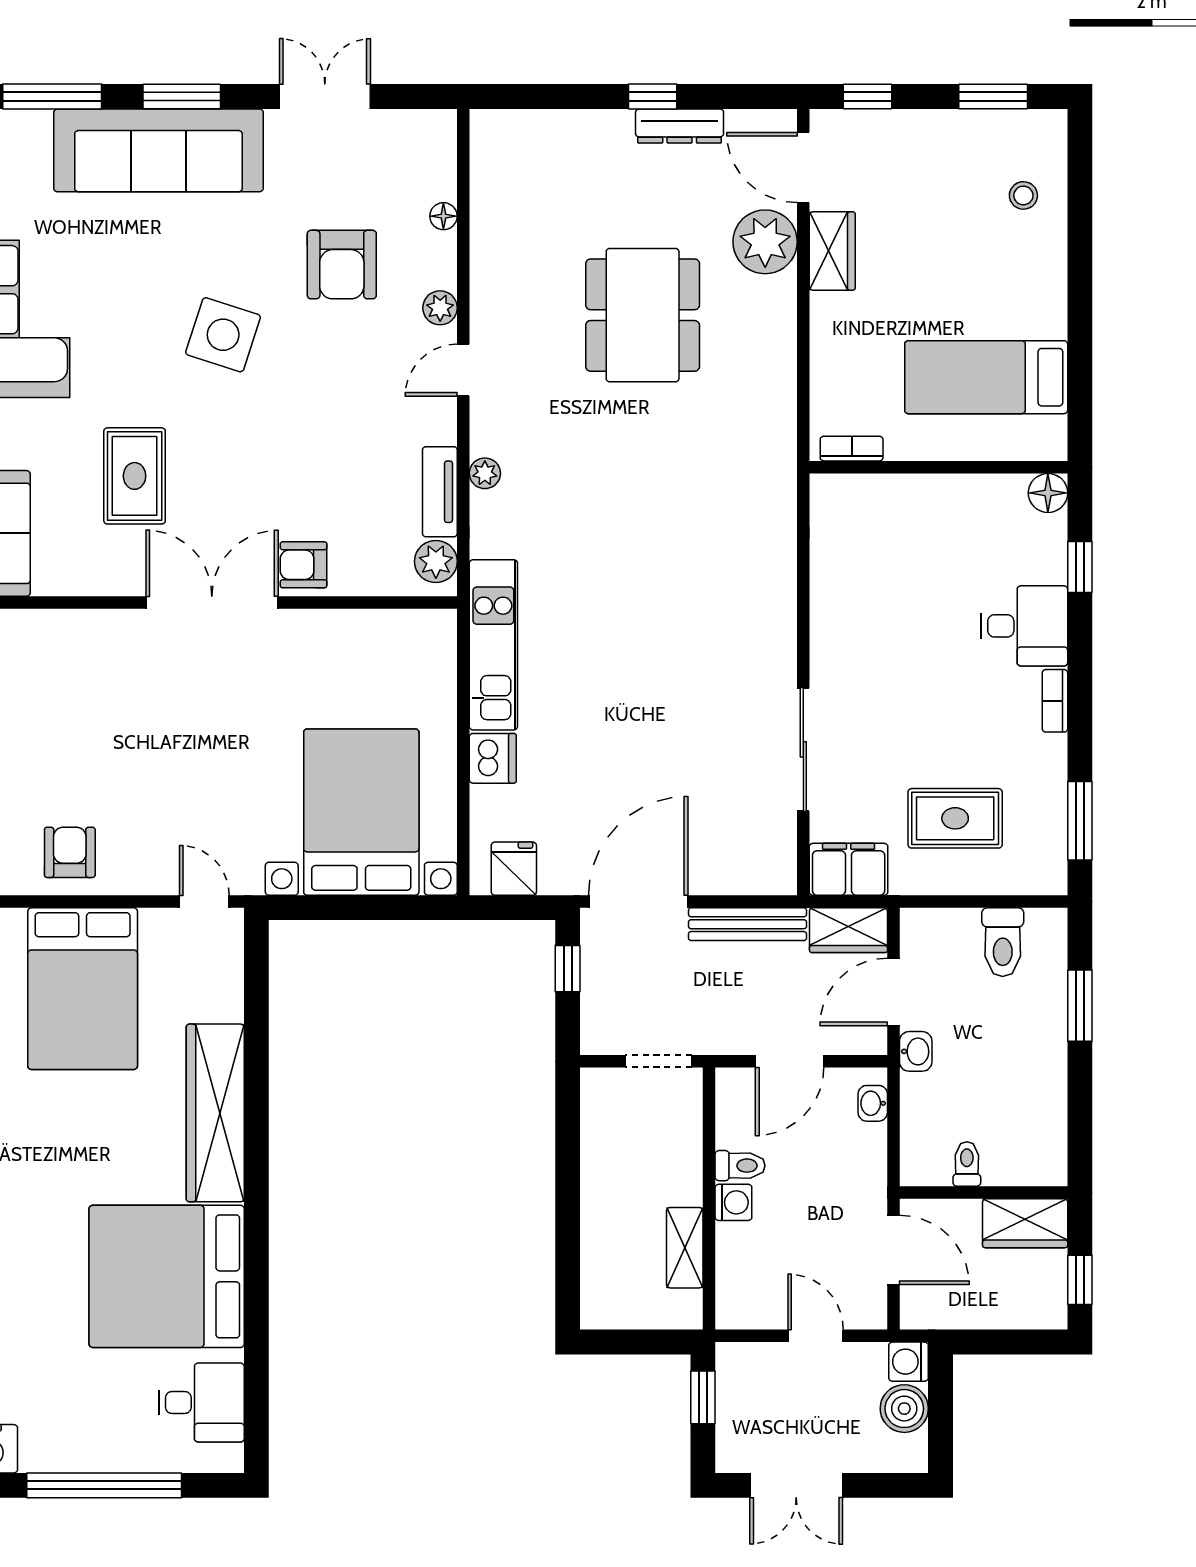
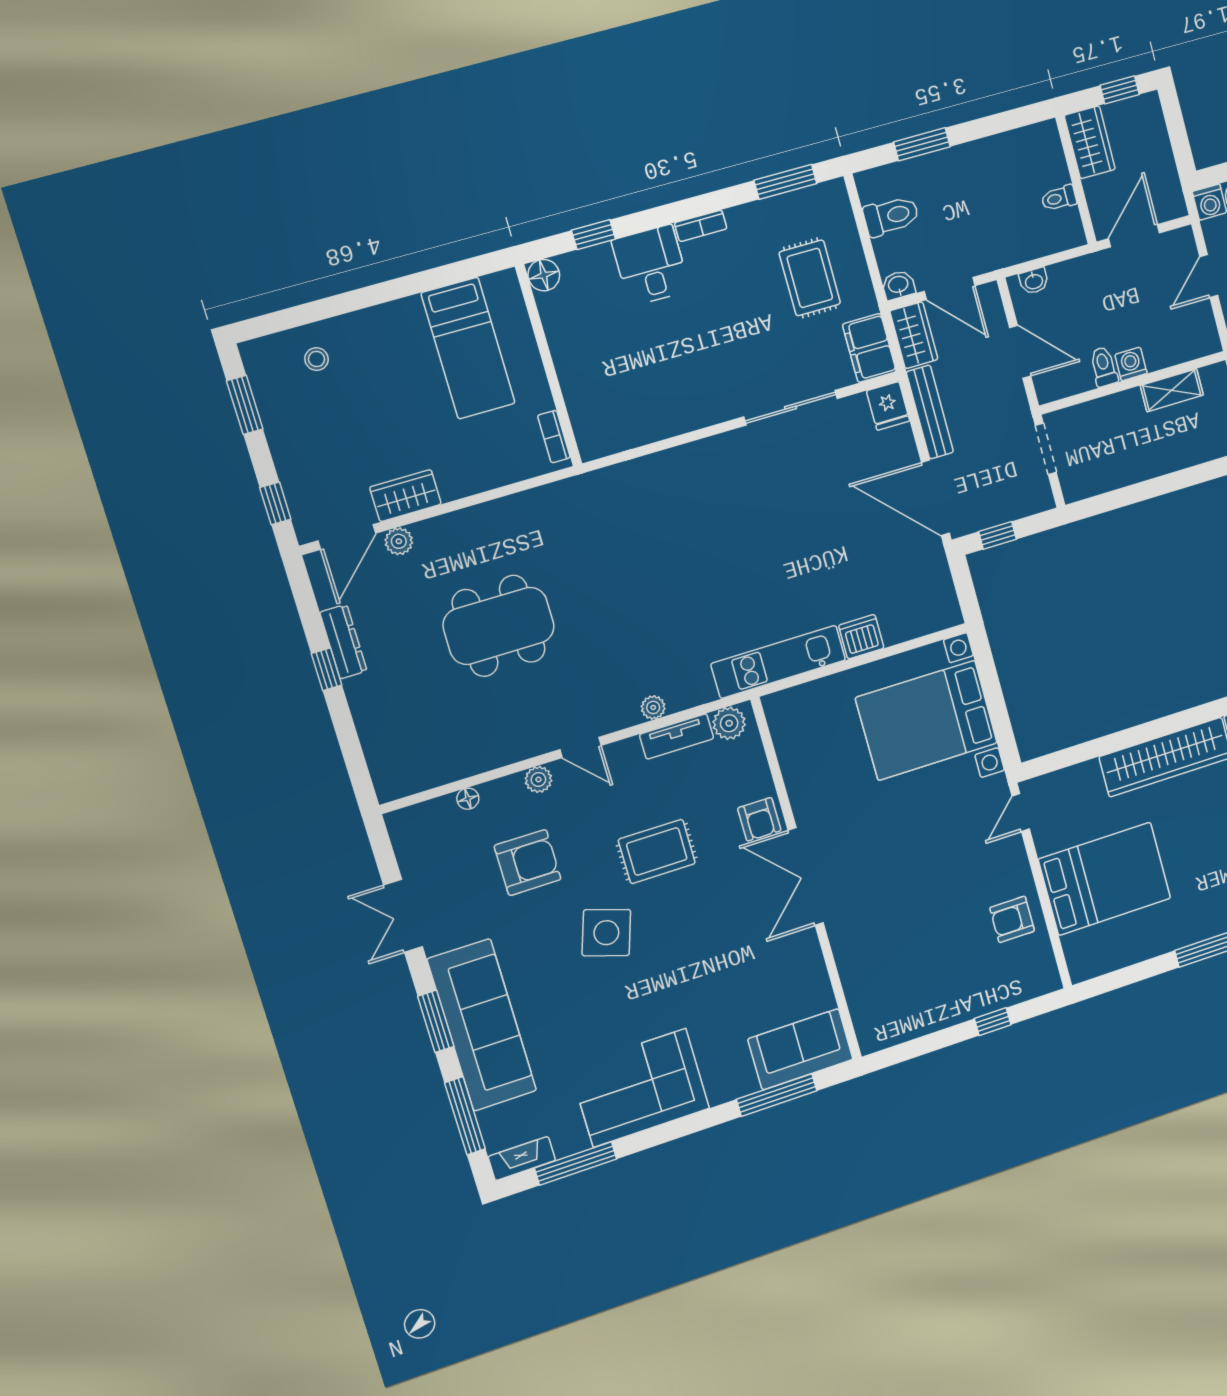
plant: (765, 242) -> (399, 541), width x0.53, depth x0.53
rug: (135, 476) -> (657, 851), moved
fridge: (514, 869) -> (888, 406), moved, turned -90
washbasin: (916, 1051) -> (898, 285), moved

